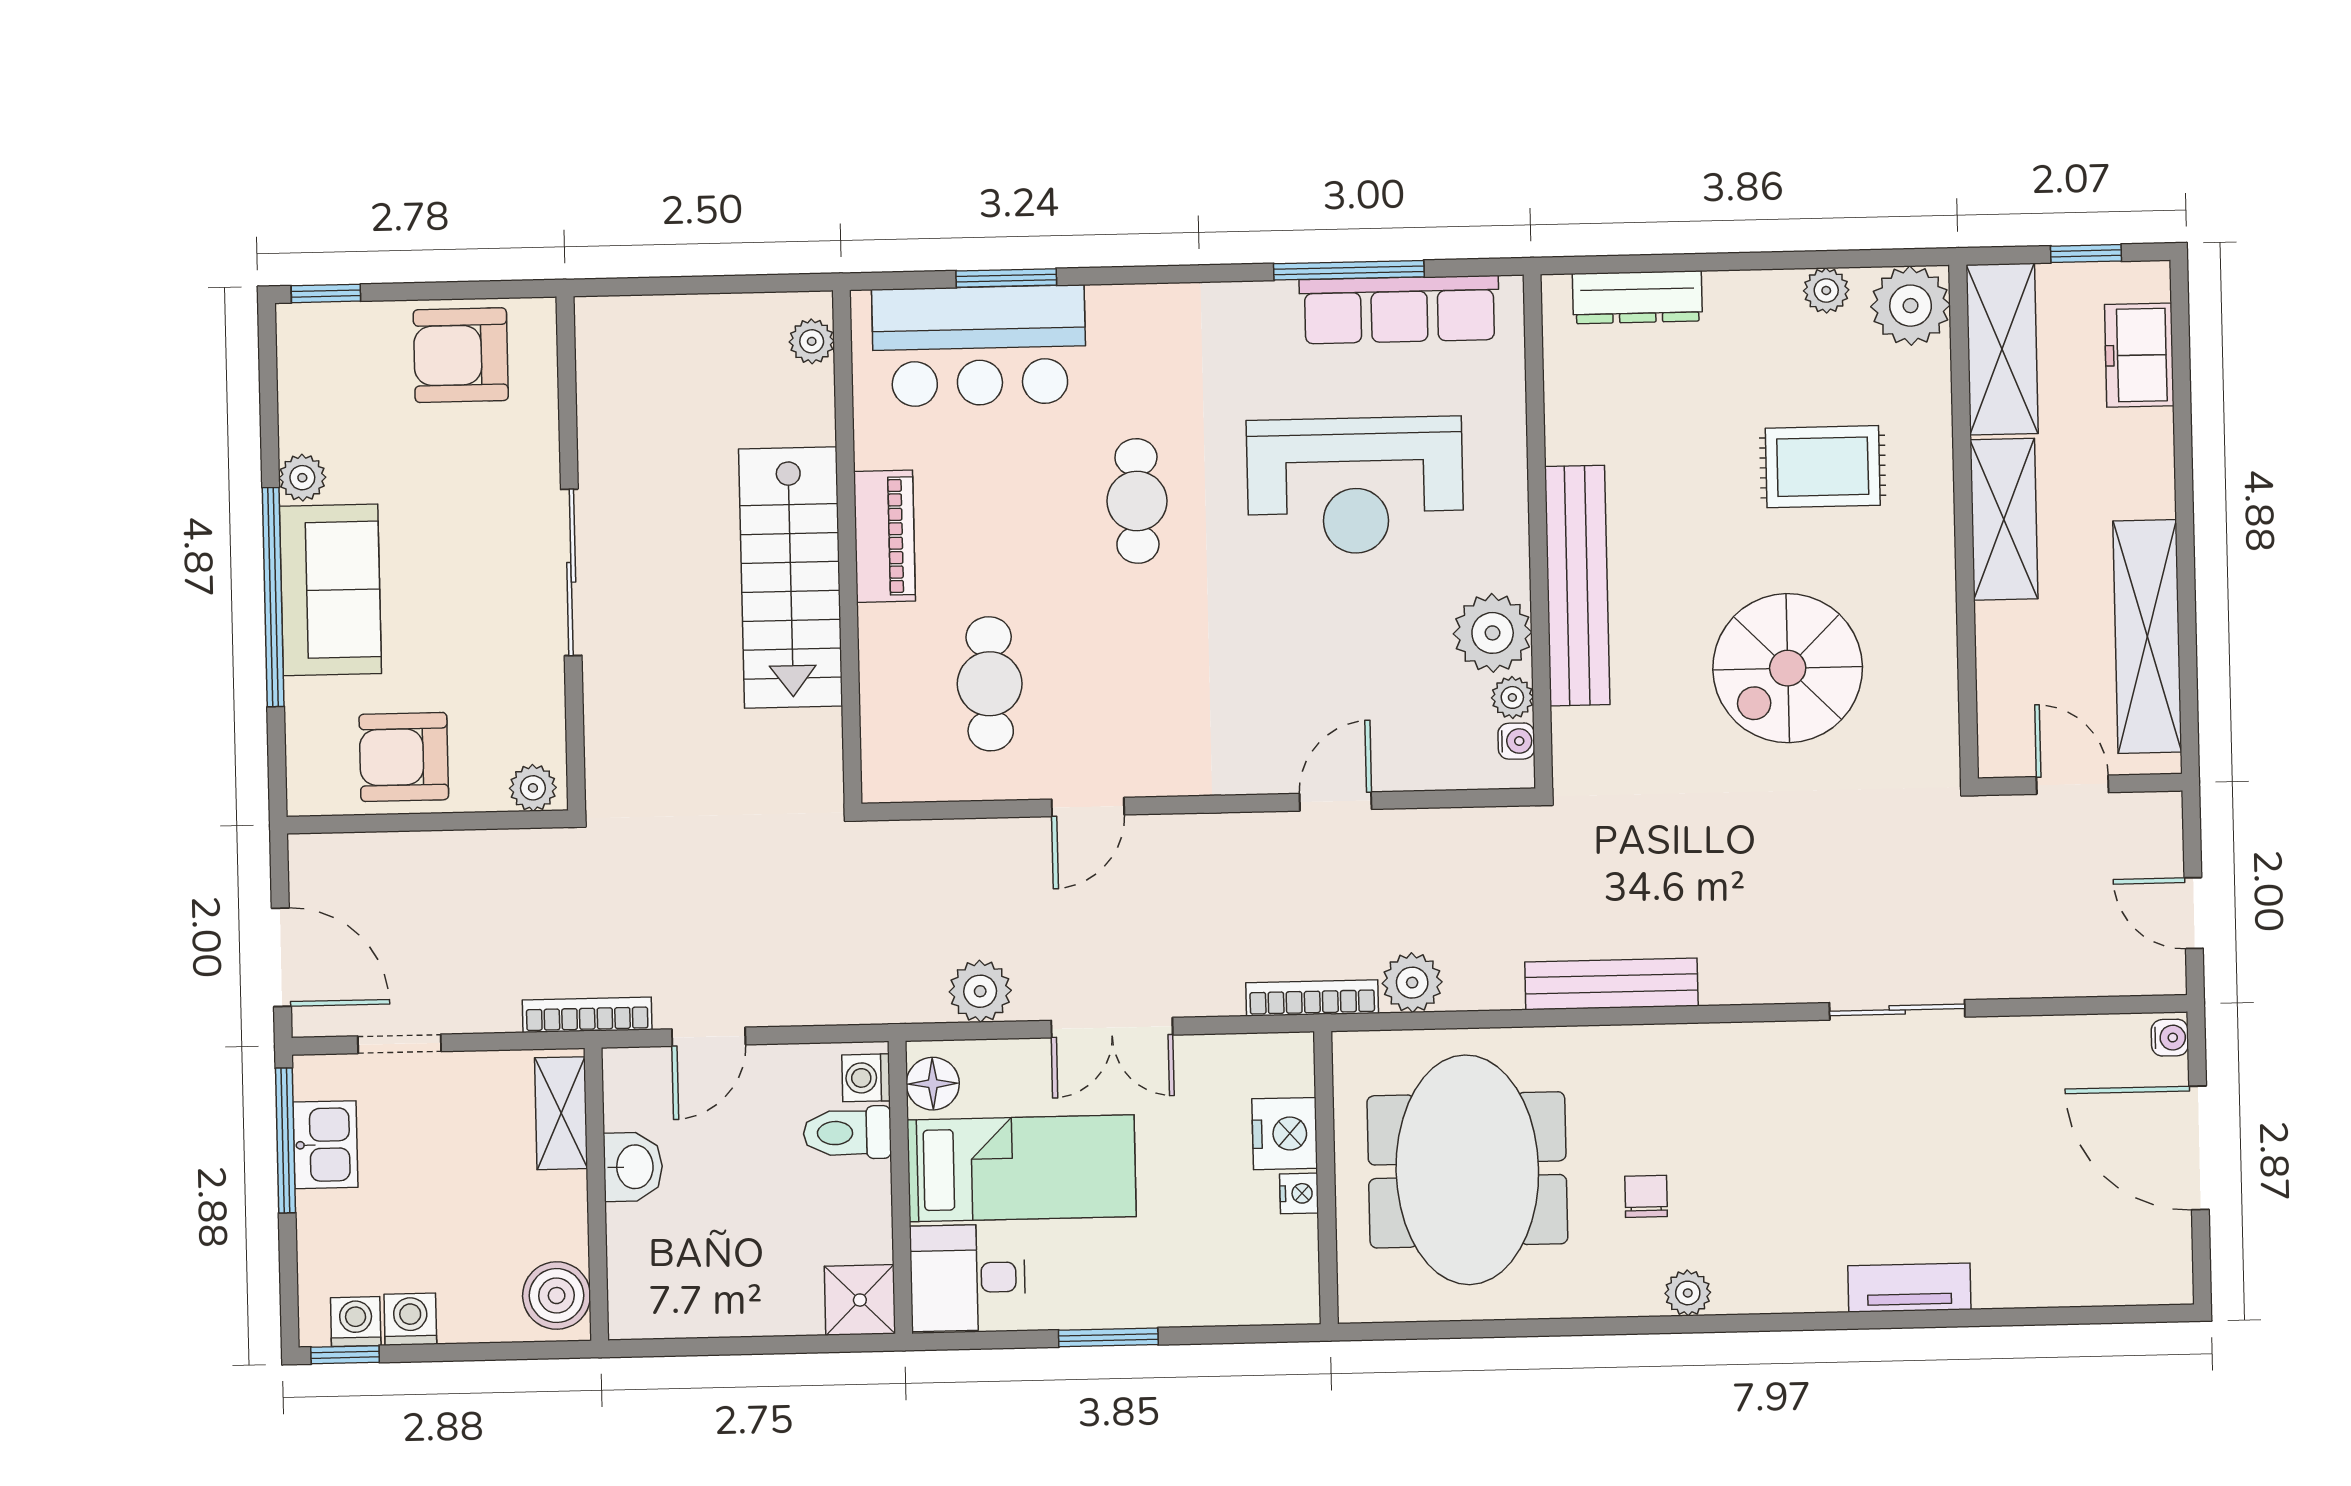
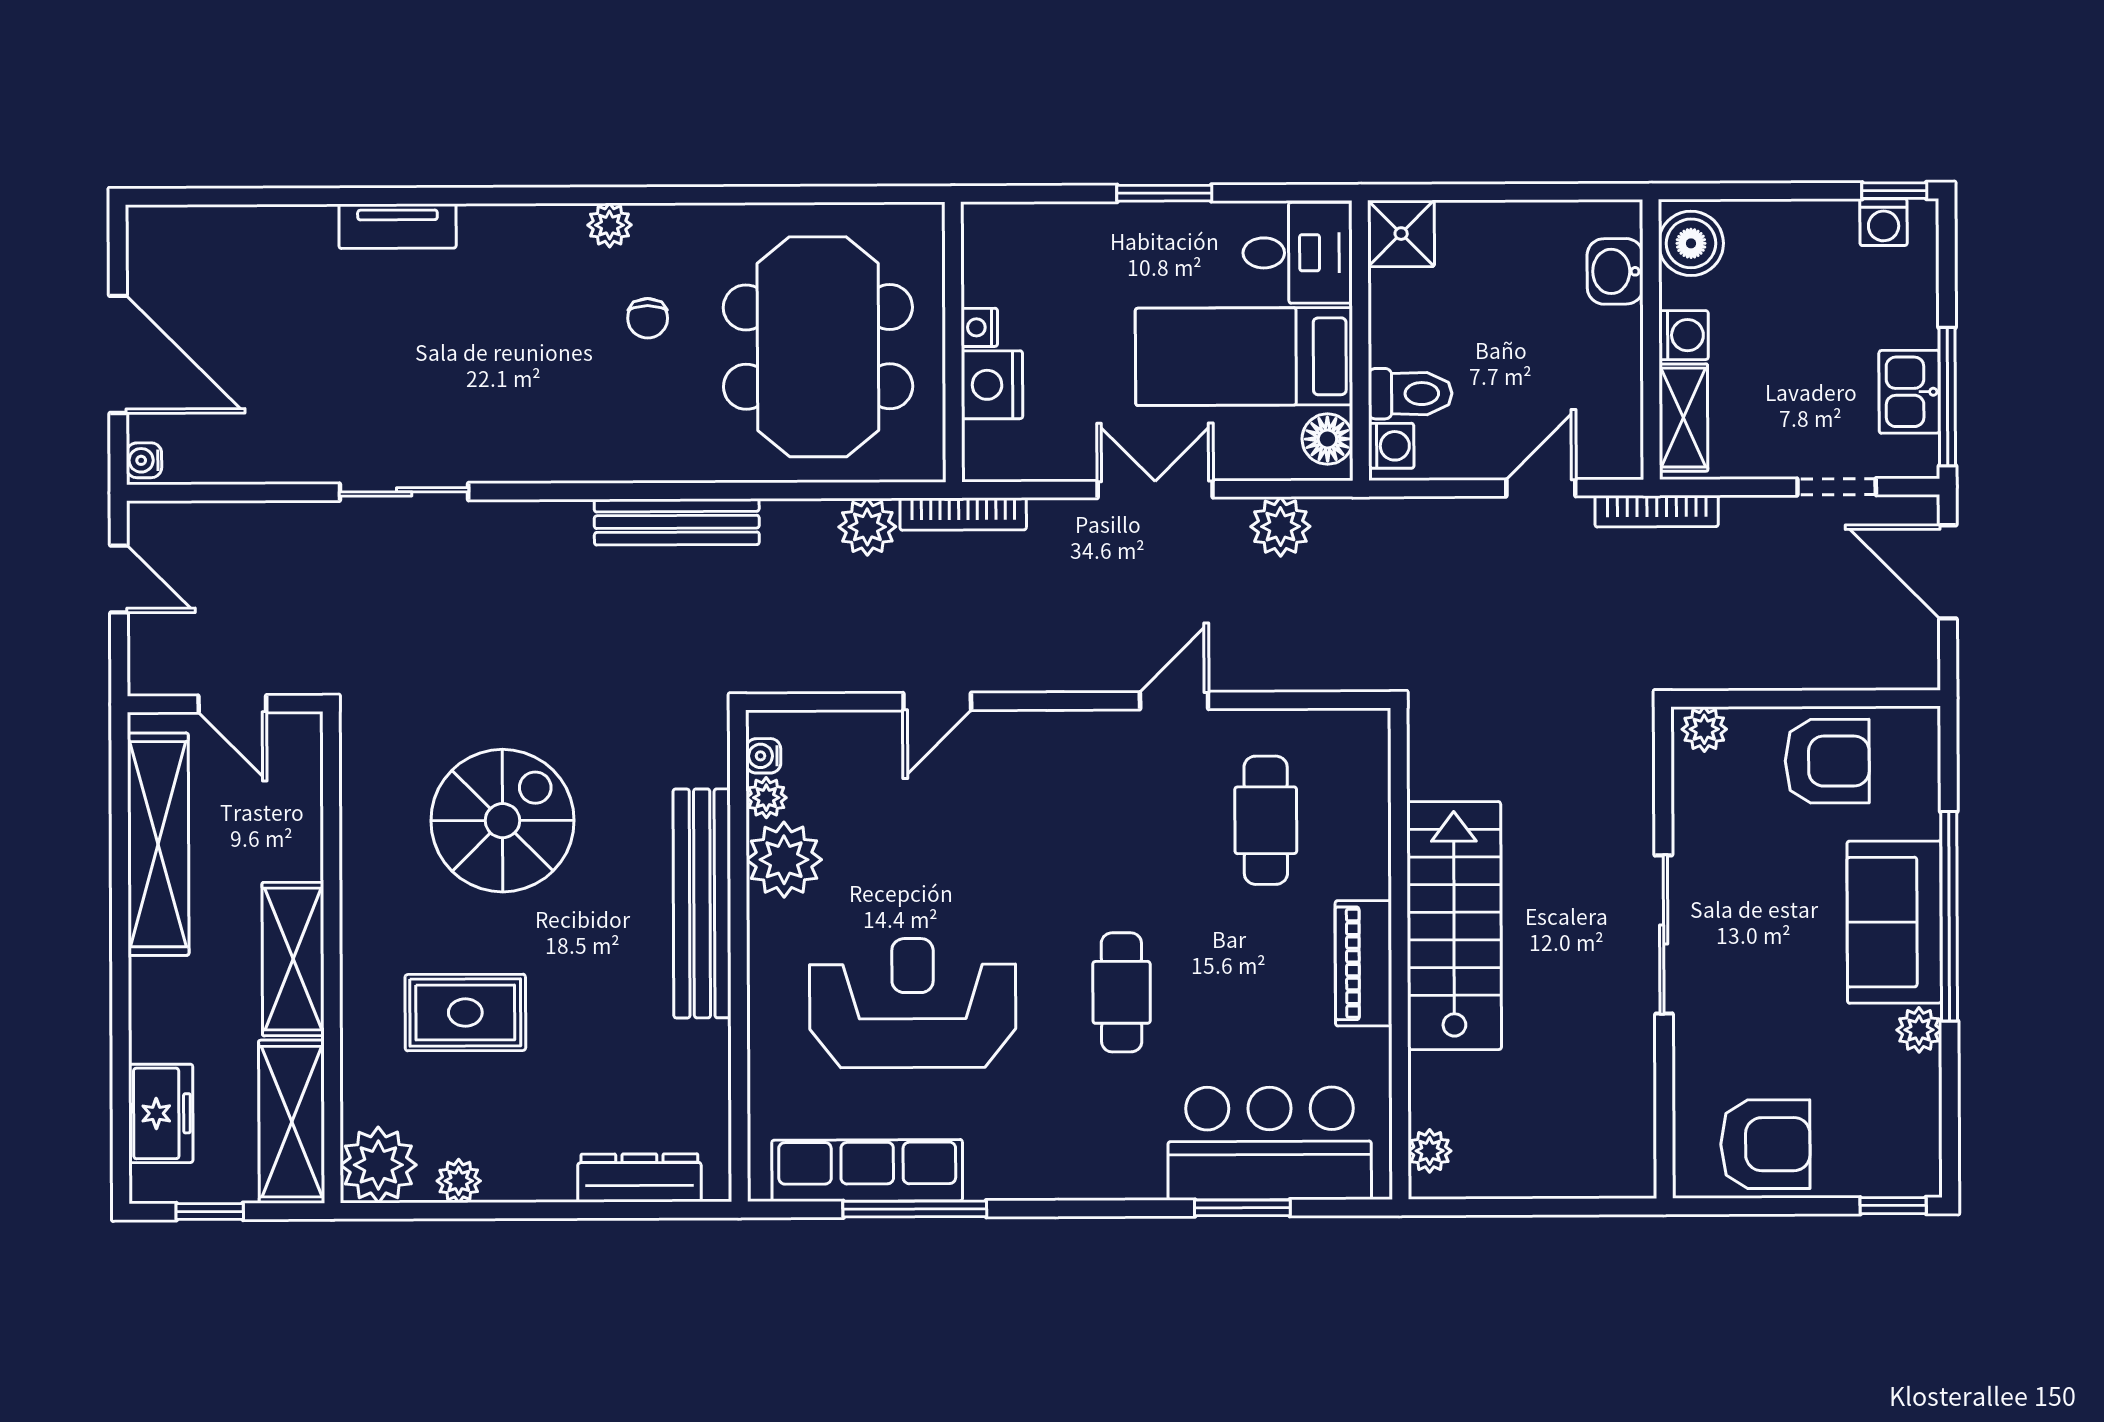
washbasin: (633, 1167) -> (1615, 271), moved
washing machine: (410, 1319) -> (1684, 335), moved, turned -90

